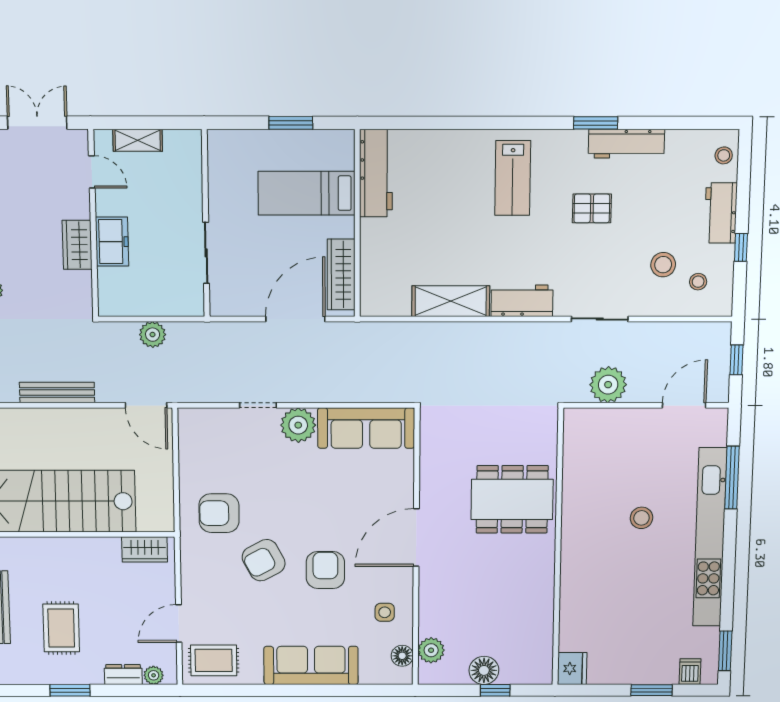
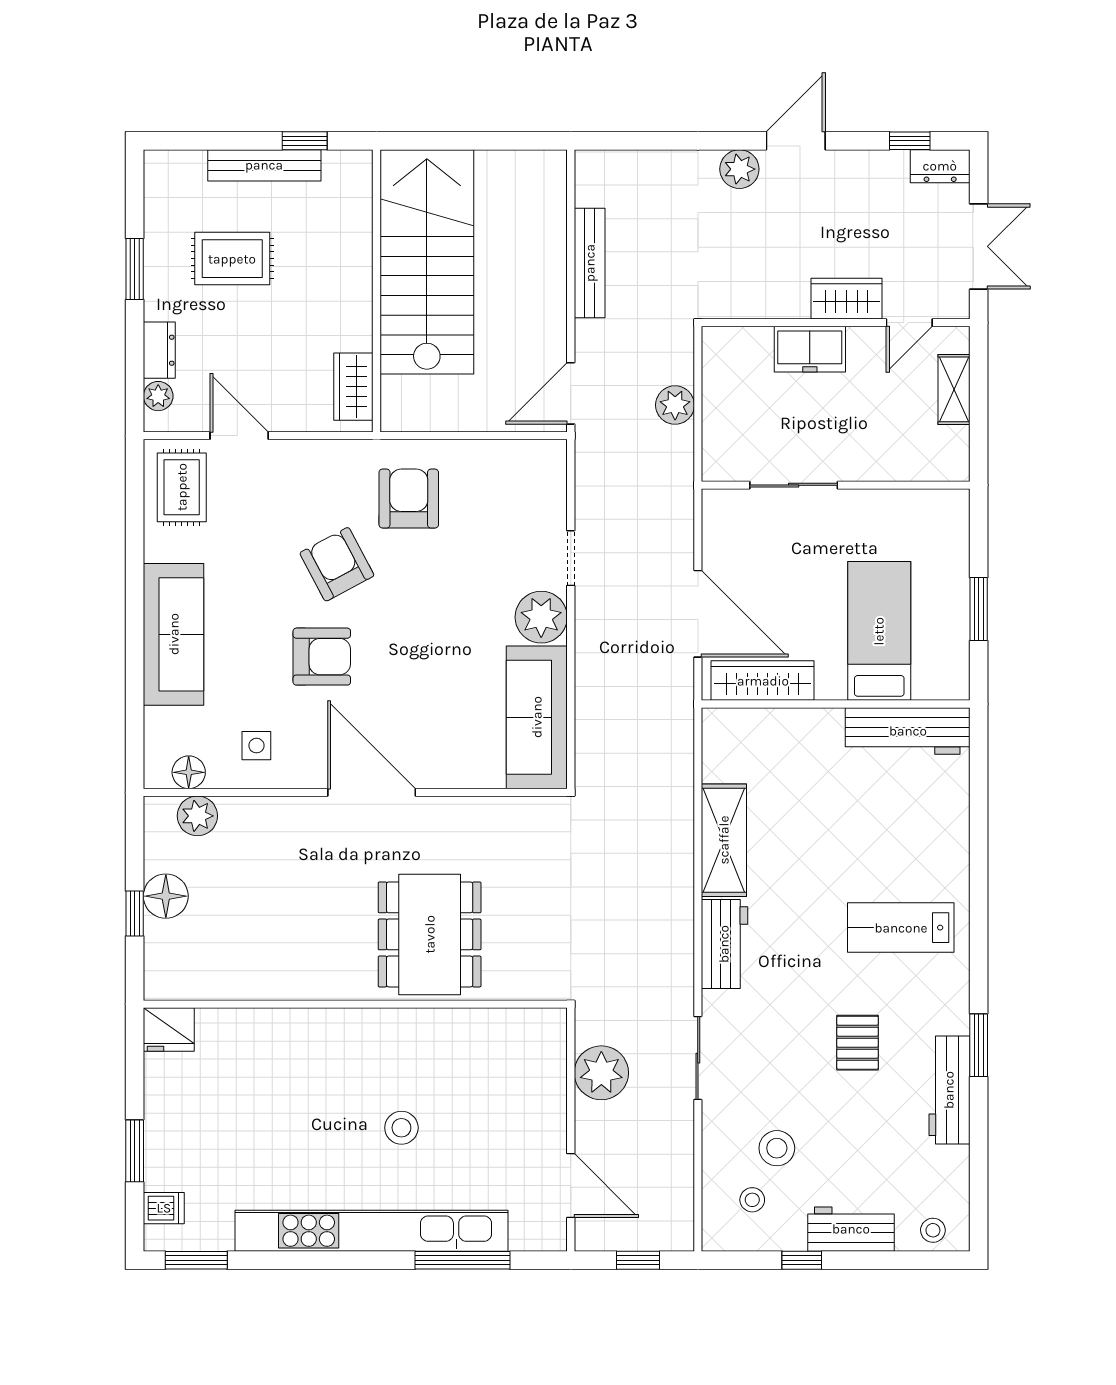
wardrobe: (77, 245) -> (847, 299), moved

